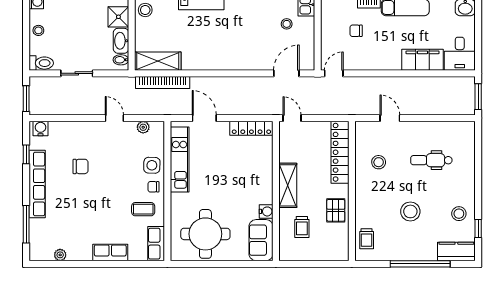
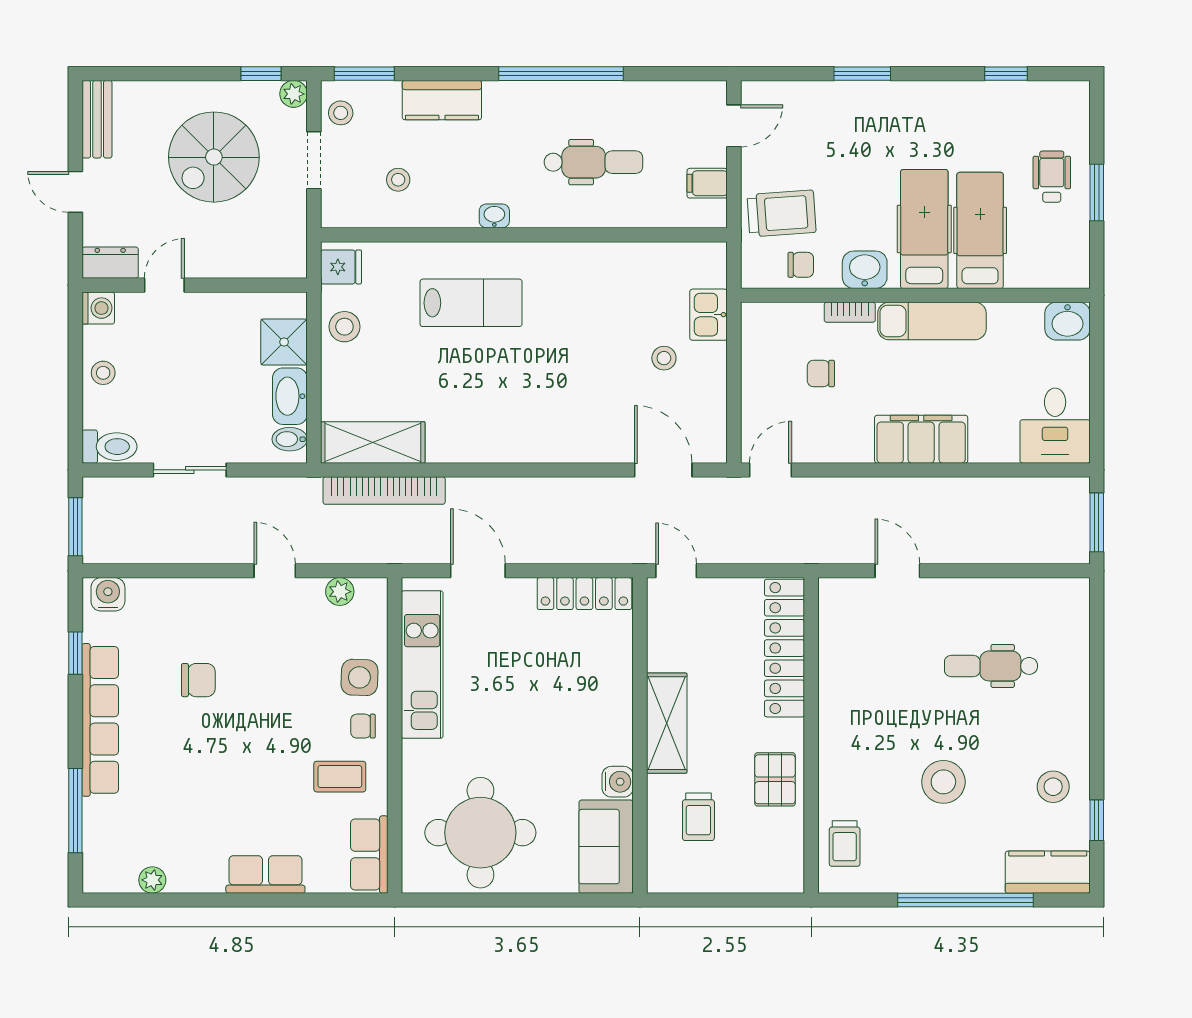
filing cabinet: (423, 60) -> (921, 439), moved
door: (286, 73) -> (663, 470), hinge flipped
stool: (379, 162) -> (872, 671), removed

